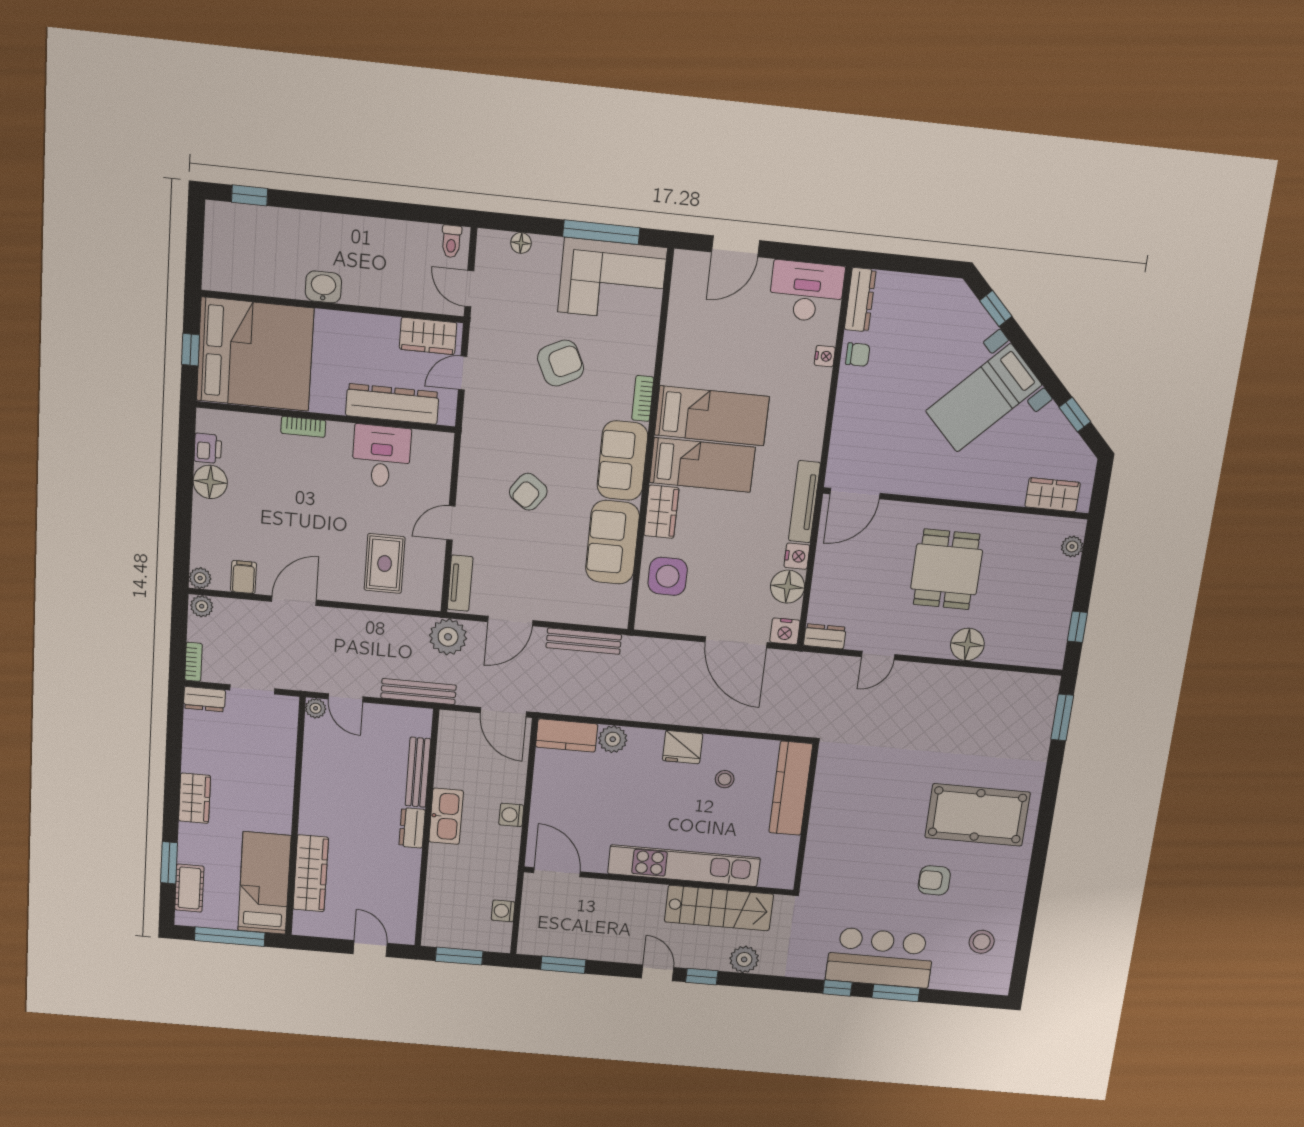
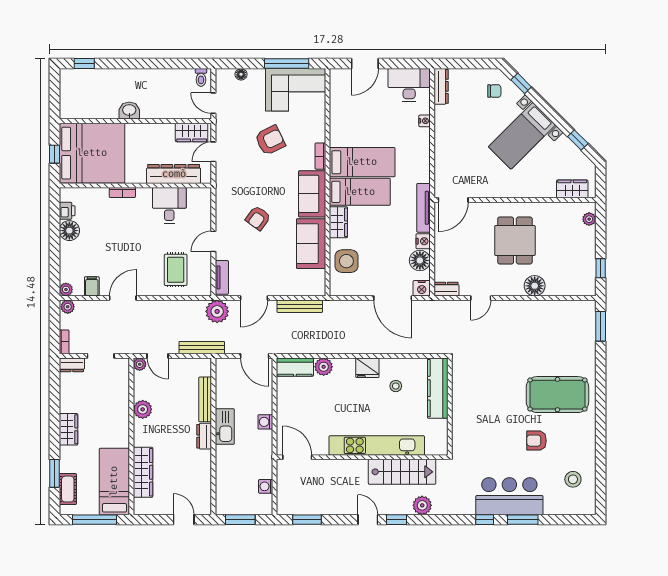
chair: (858, 355) -> (494, 91), moved
plant: (316, 778) -> (143, 409), added

